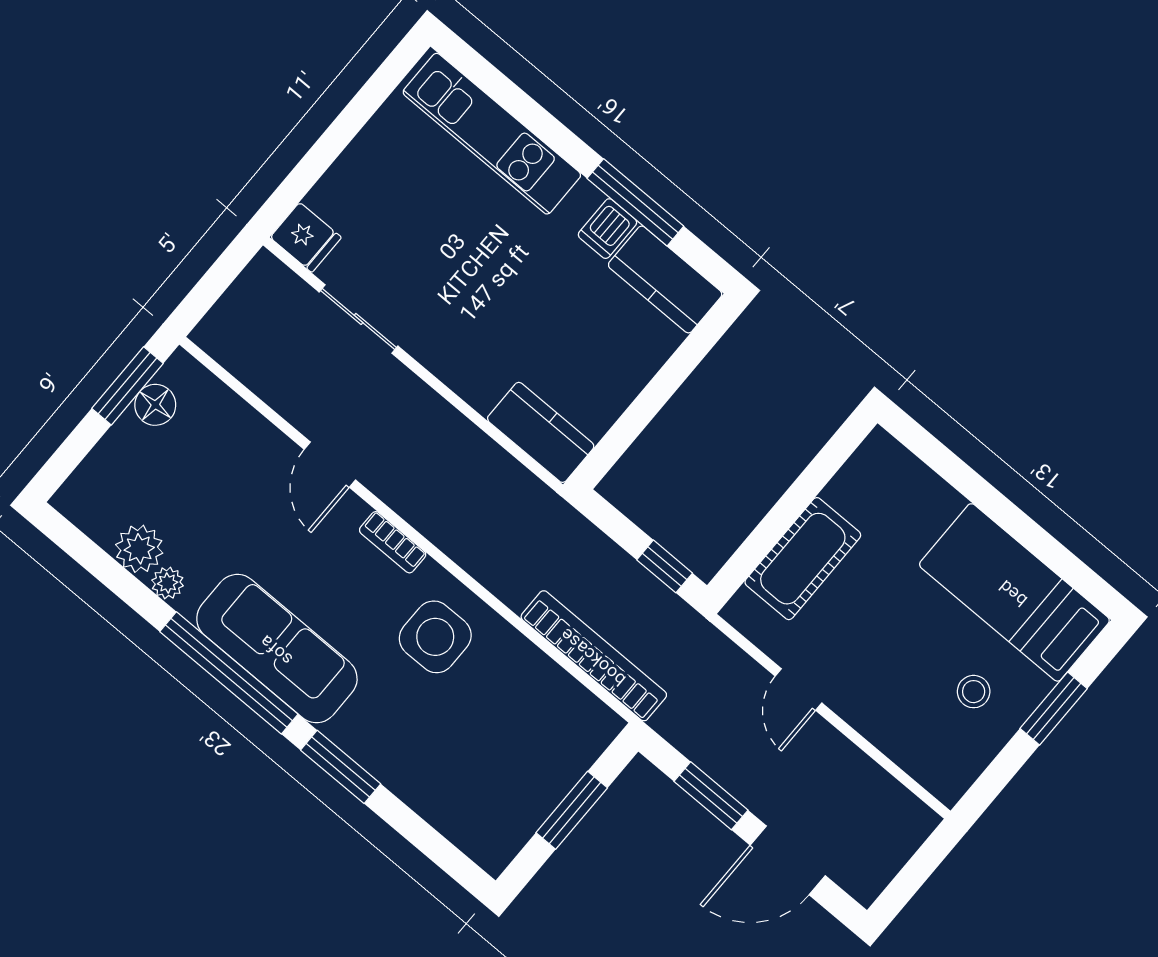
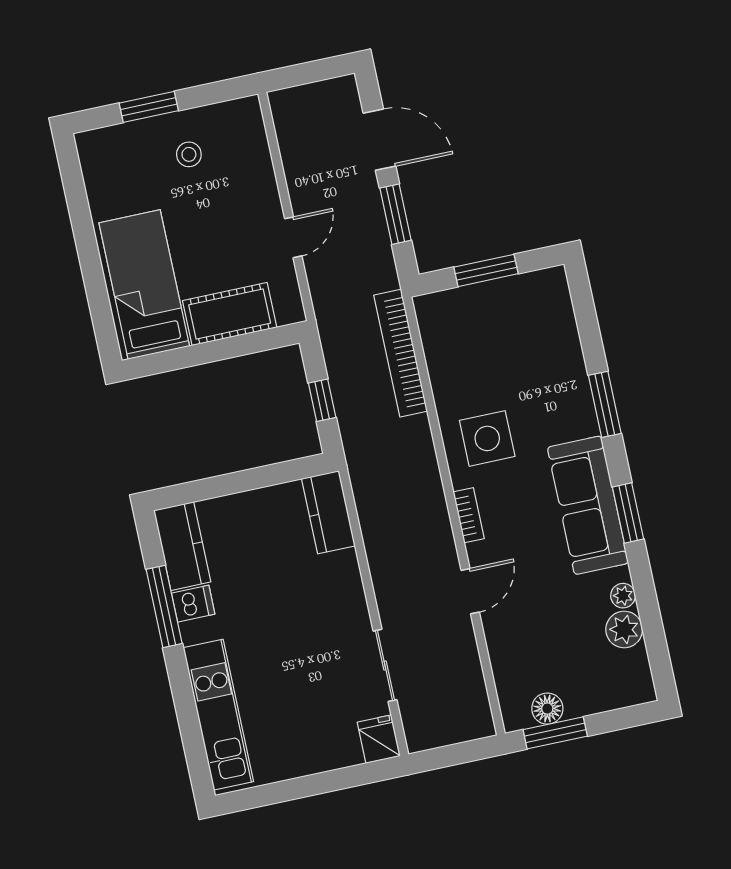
window: (665, 566) -> (322, 400), moved
bed: (1014, 592) -> (144, 284), moved, turned 180
window: (229, 673) -> (628, 513), width x0.47

